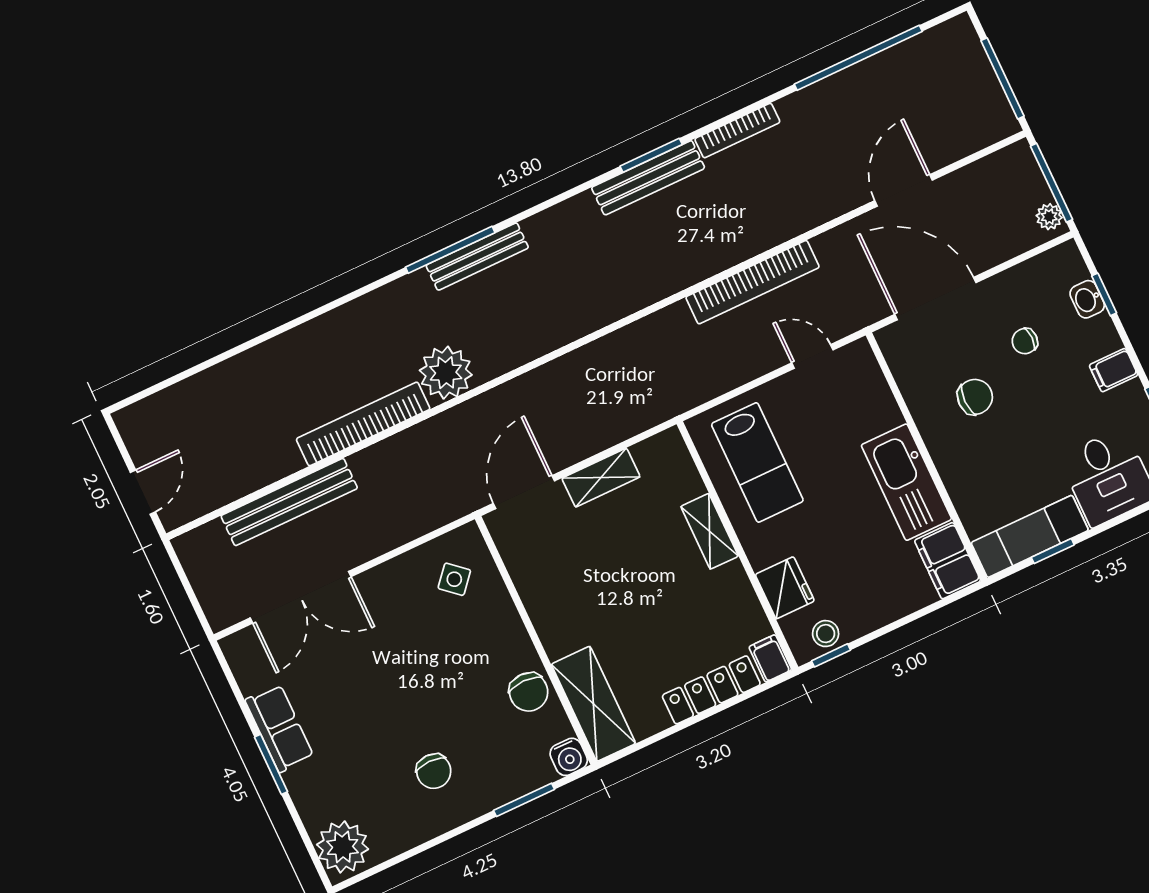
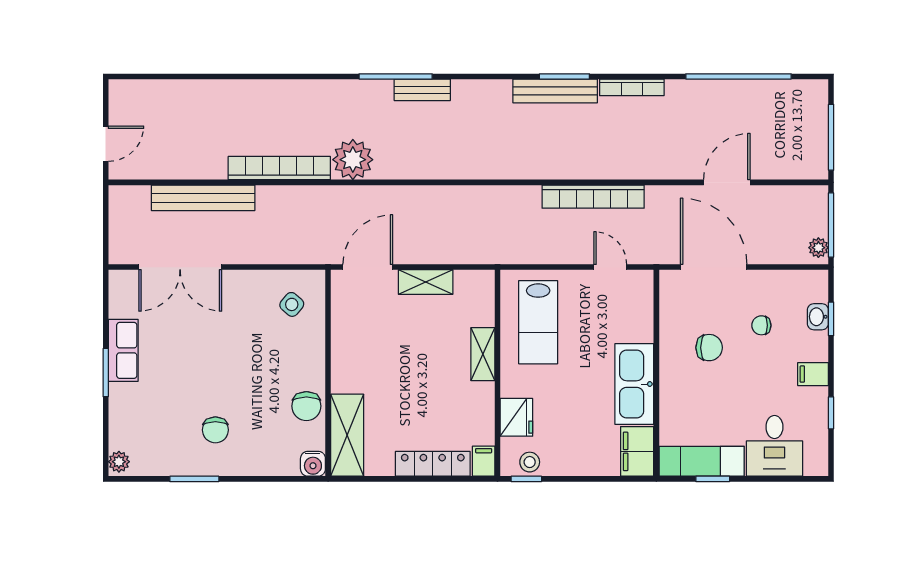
bench: (477, 257) -> (422, 90), width x0.73
window: (524, 800) -> (194, 479), moved
plant: (343, 847) -> (119, 462), width x0.53, depth x0.53

